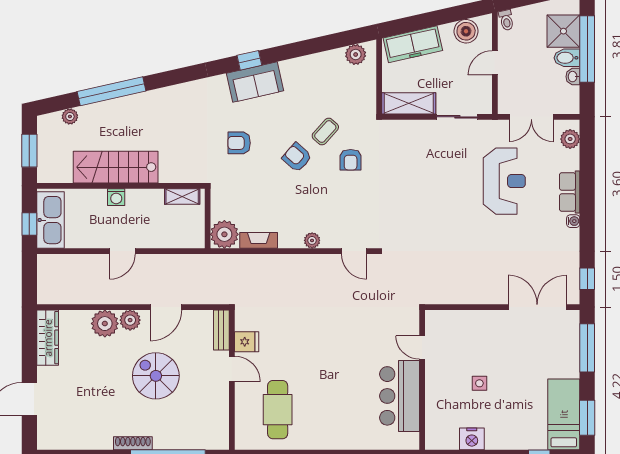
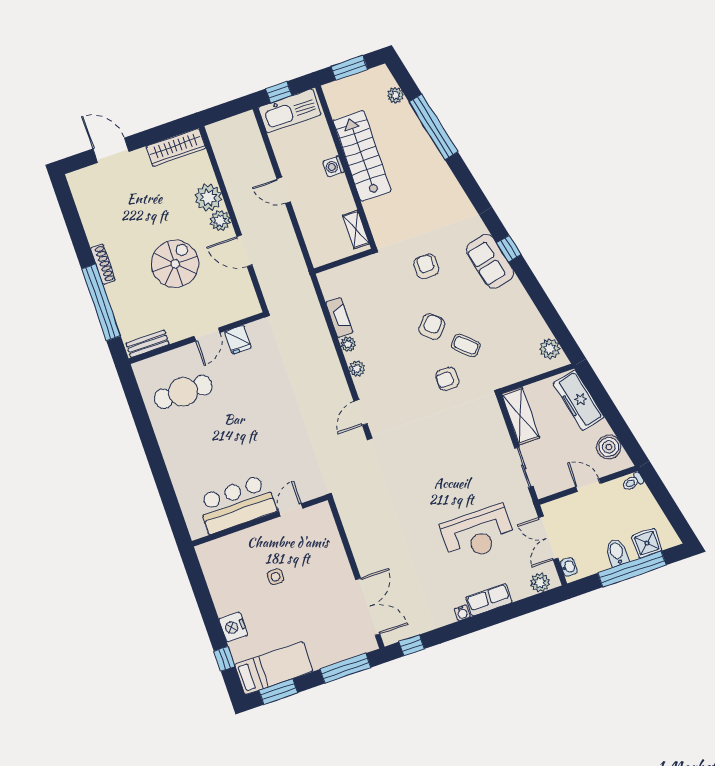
shower: (563, 31) -> (647, 543), width x0.73, depth x0.73
washbasin: (573, 77) -> (569, 567), moved, turned 90
plant: (224, 234) -> (348, 344), moved, width x0.53, depth x0.53
bench: (221, 330) -> (148, 344), moved
nightstand: (472, 439) -> (233, 627), moved

